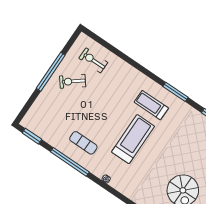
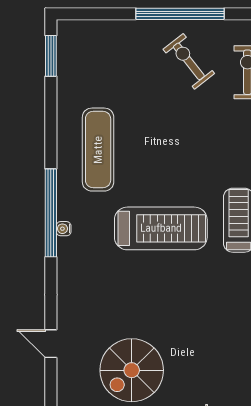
exercise mat: (83, 143) -> (98, 150), width x1.36, depth x1.45
window: (70, 162) -> (51, 213), moved

